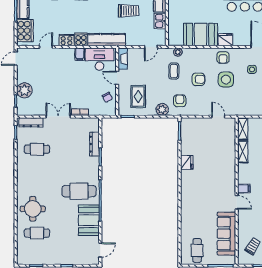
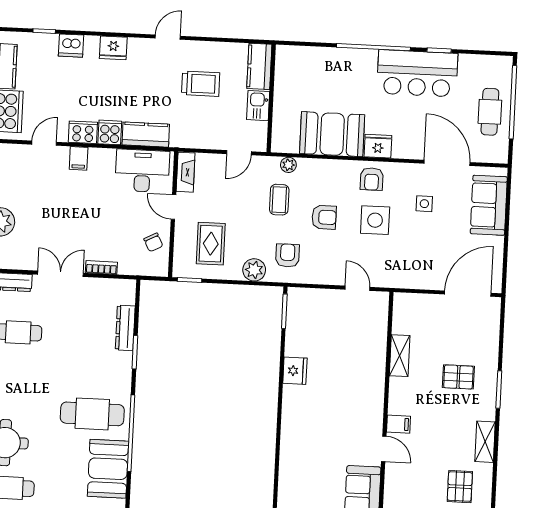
kitchen counter: (107, 40) -> (146, 135), width x0.67
filing cabinet: (80, 54) -> (79, 158), moved
shelving: (243, 129) -> (402, 313), removed

